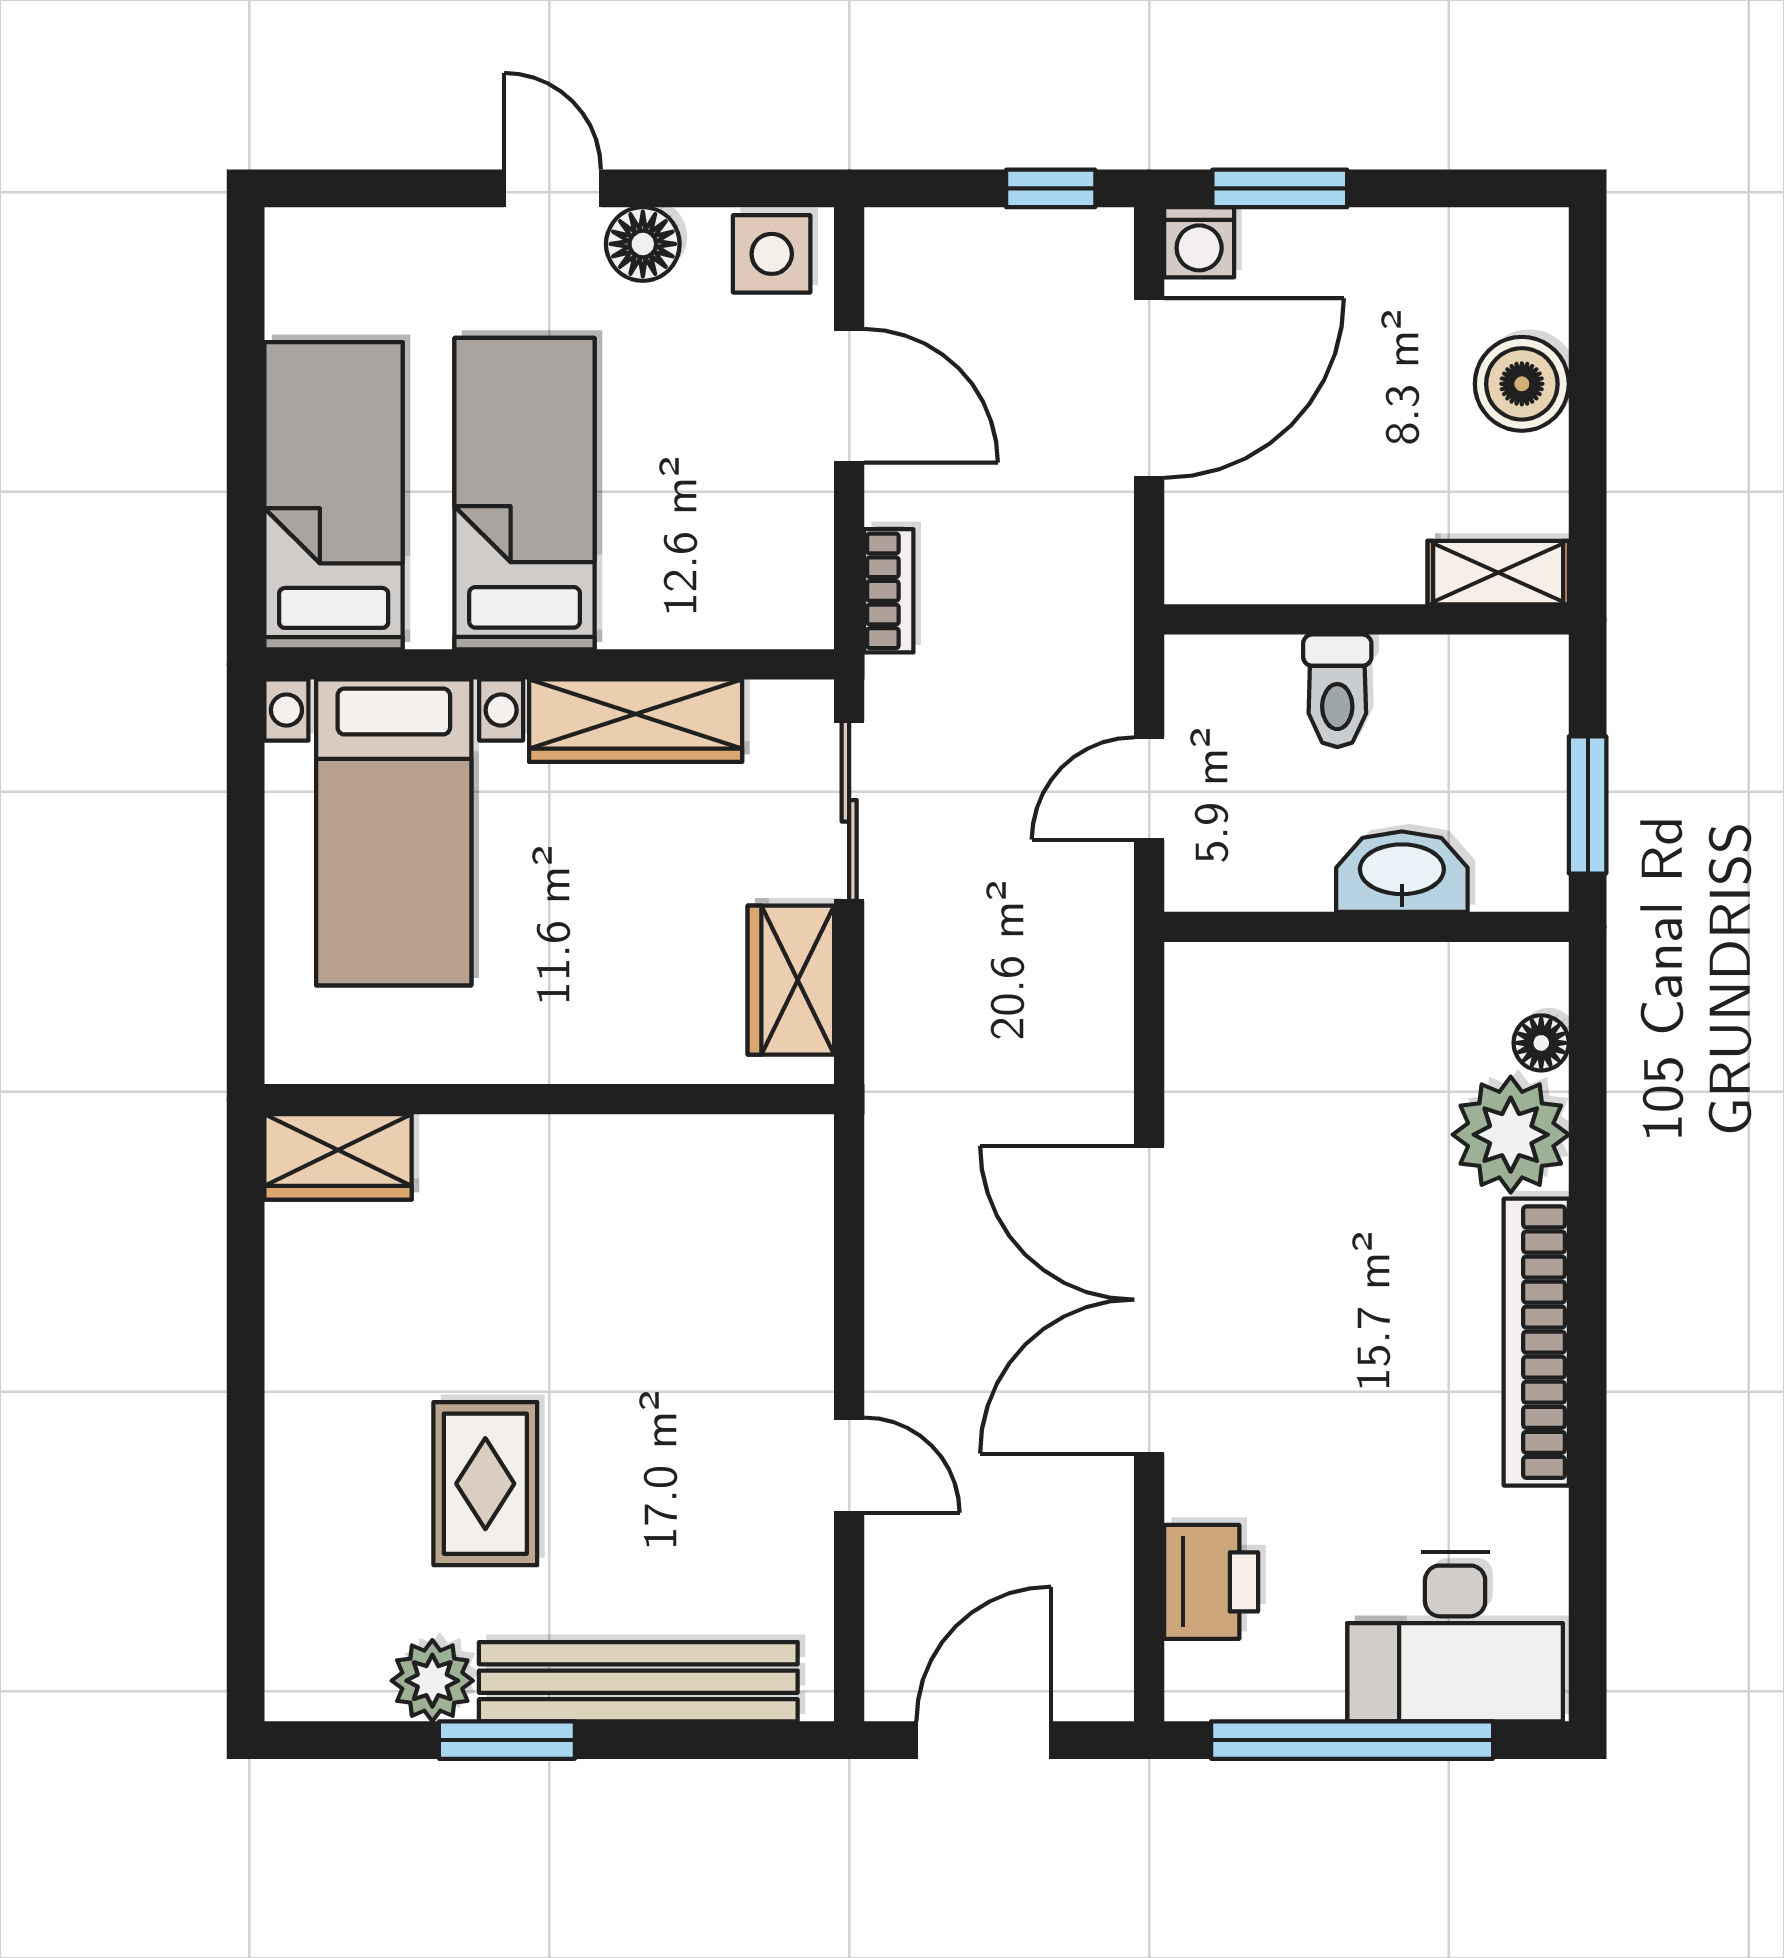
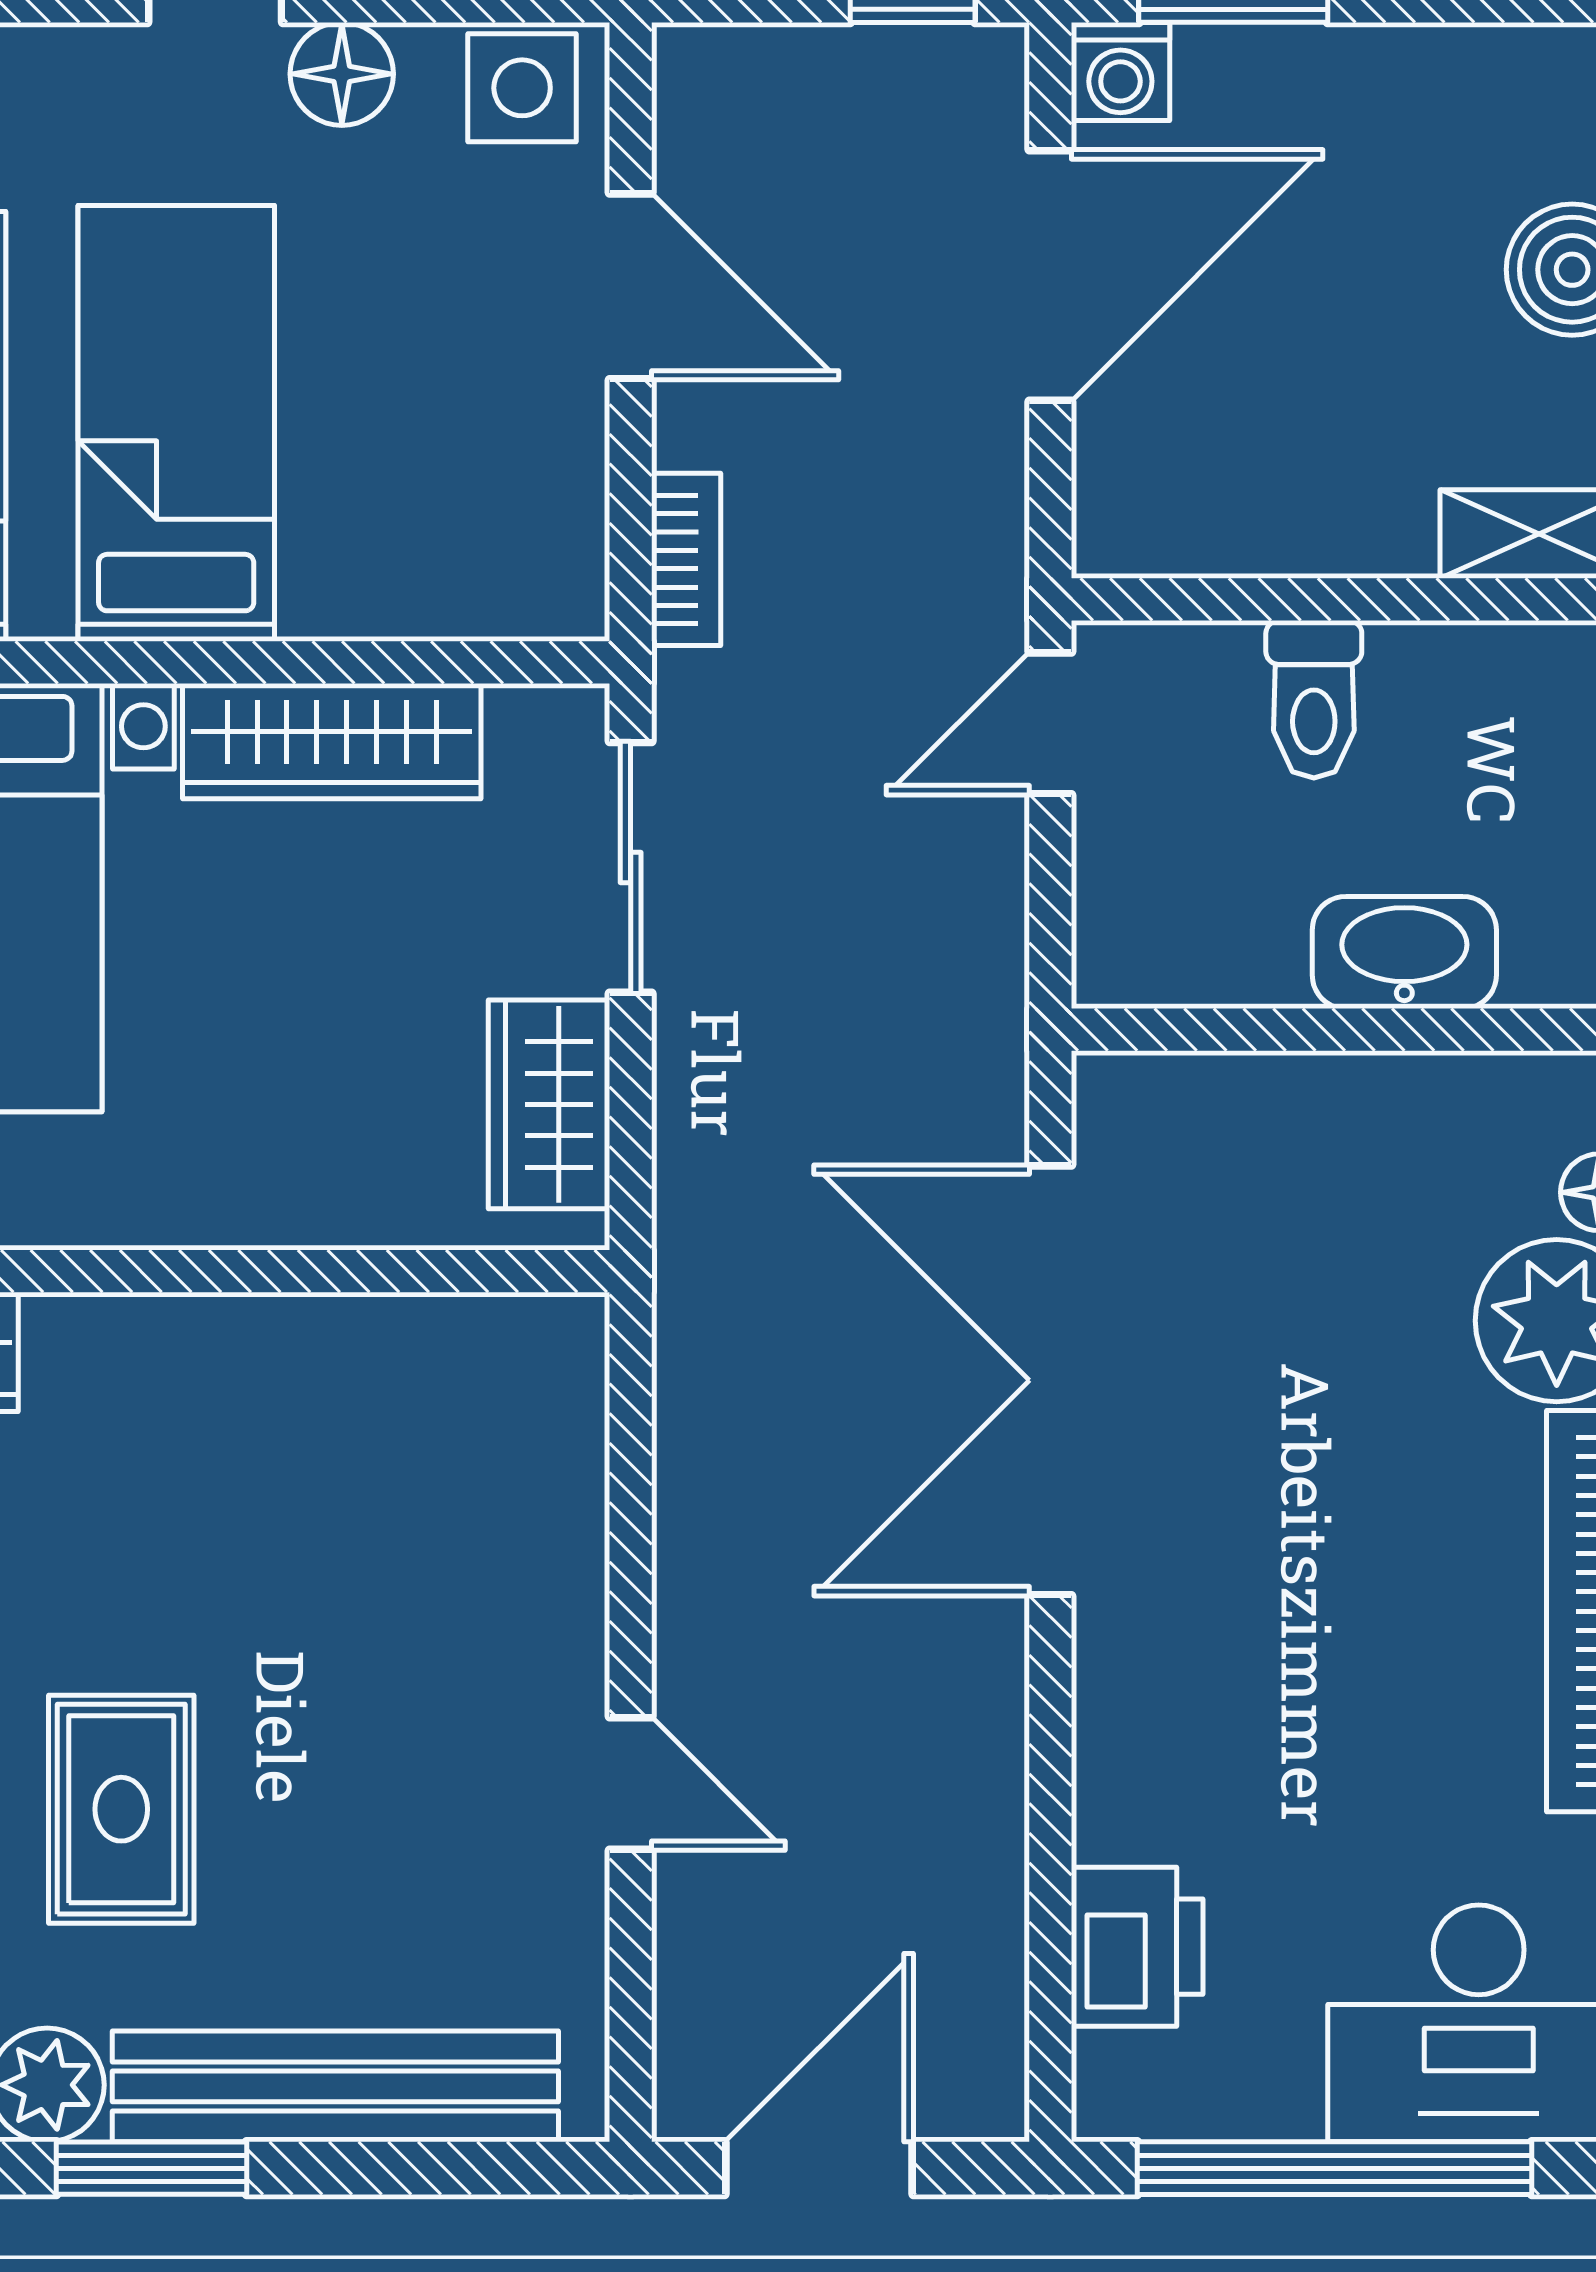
door: (1149, 789) -> (1050, 723), moved
double door: (1149, 1300) -> (1050, 1380), moved

